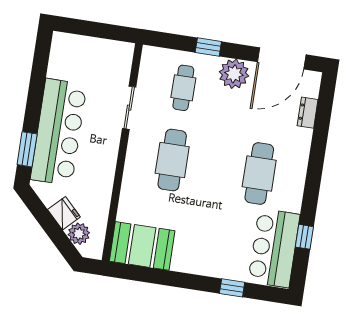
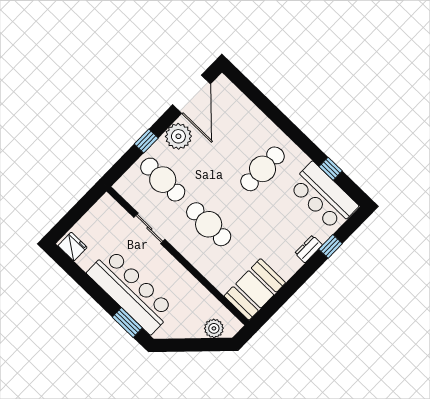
cafe table: (183, 88) -> (163, 180), width x1.37, depth x1.35
dresser: (308, 113) -> (309, 249), moved, turned 90
cafe table: (259, 174) -> (262, 169), turned 90
fridge: (64, 213) -> (73, 247), moved, turned 45

